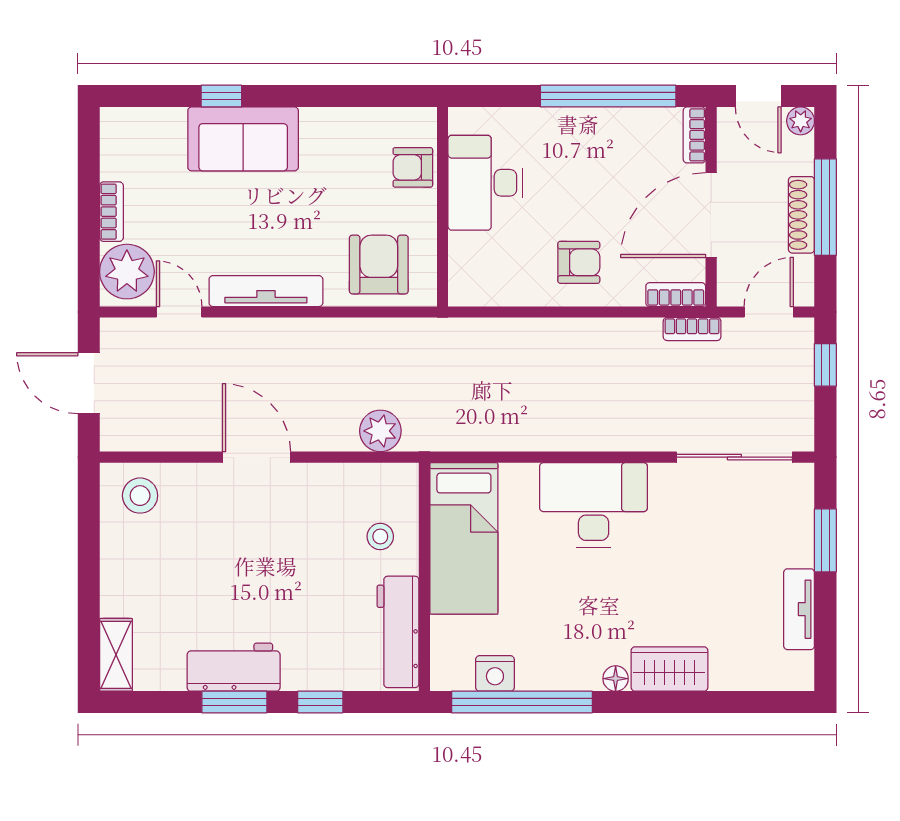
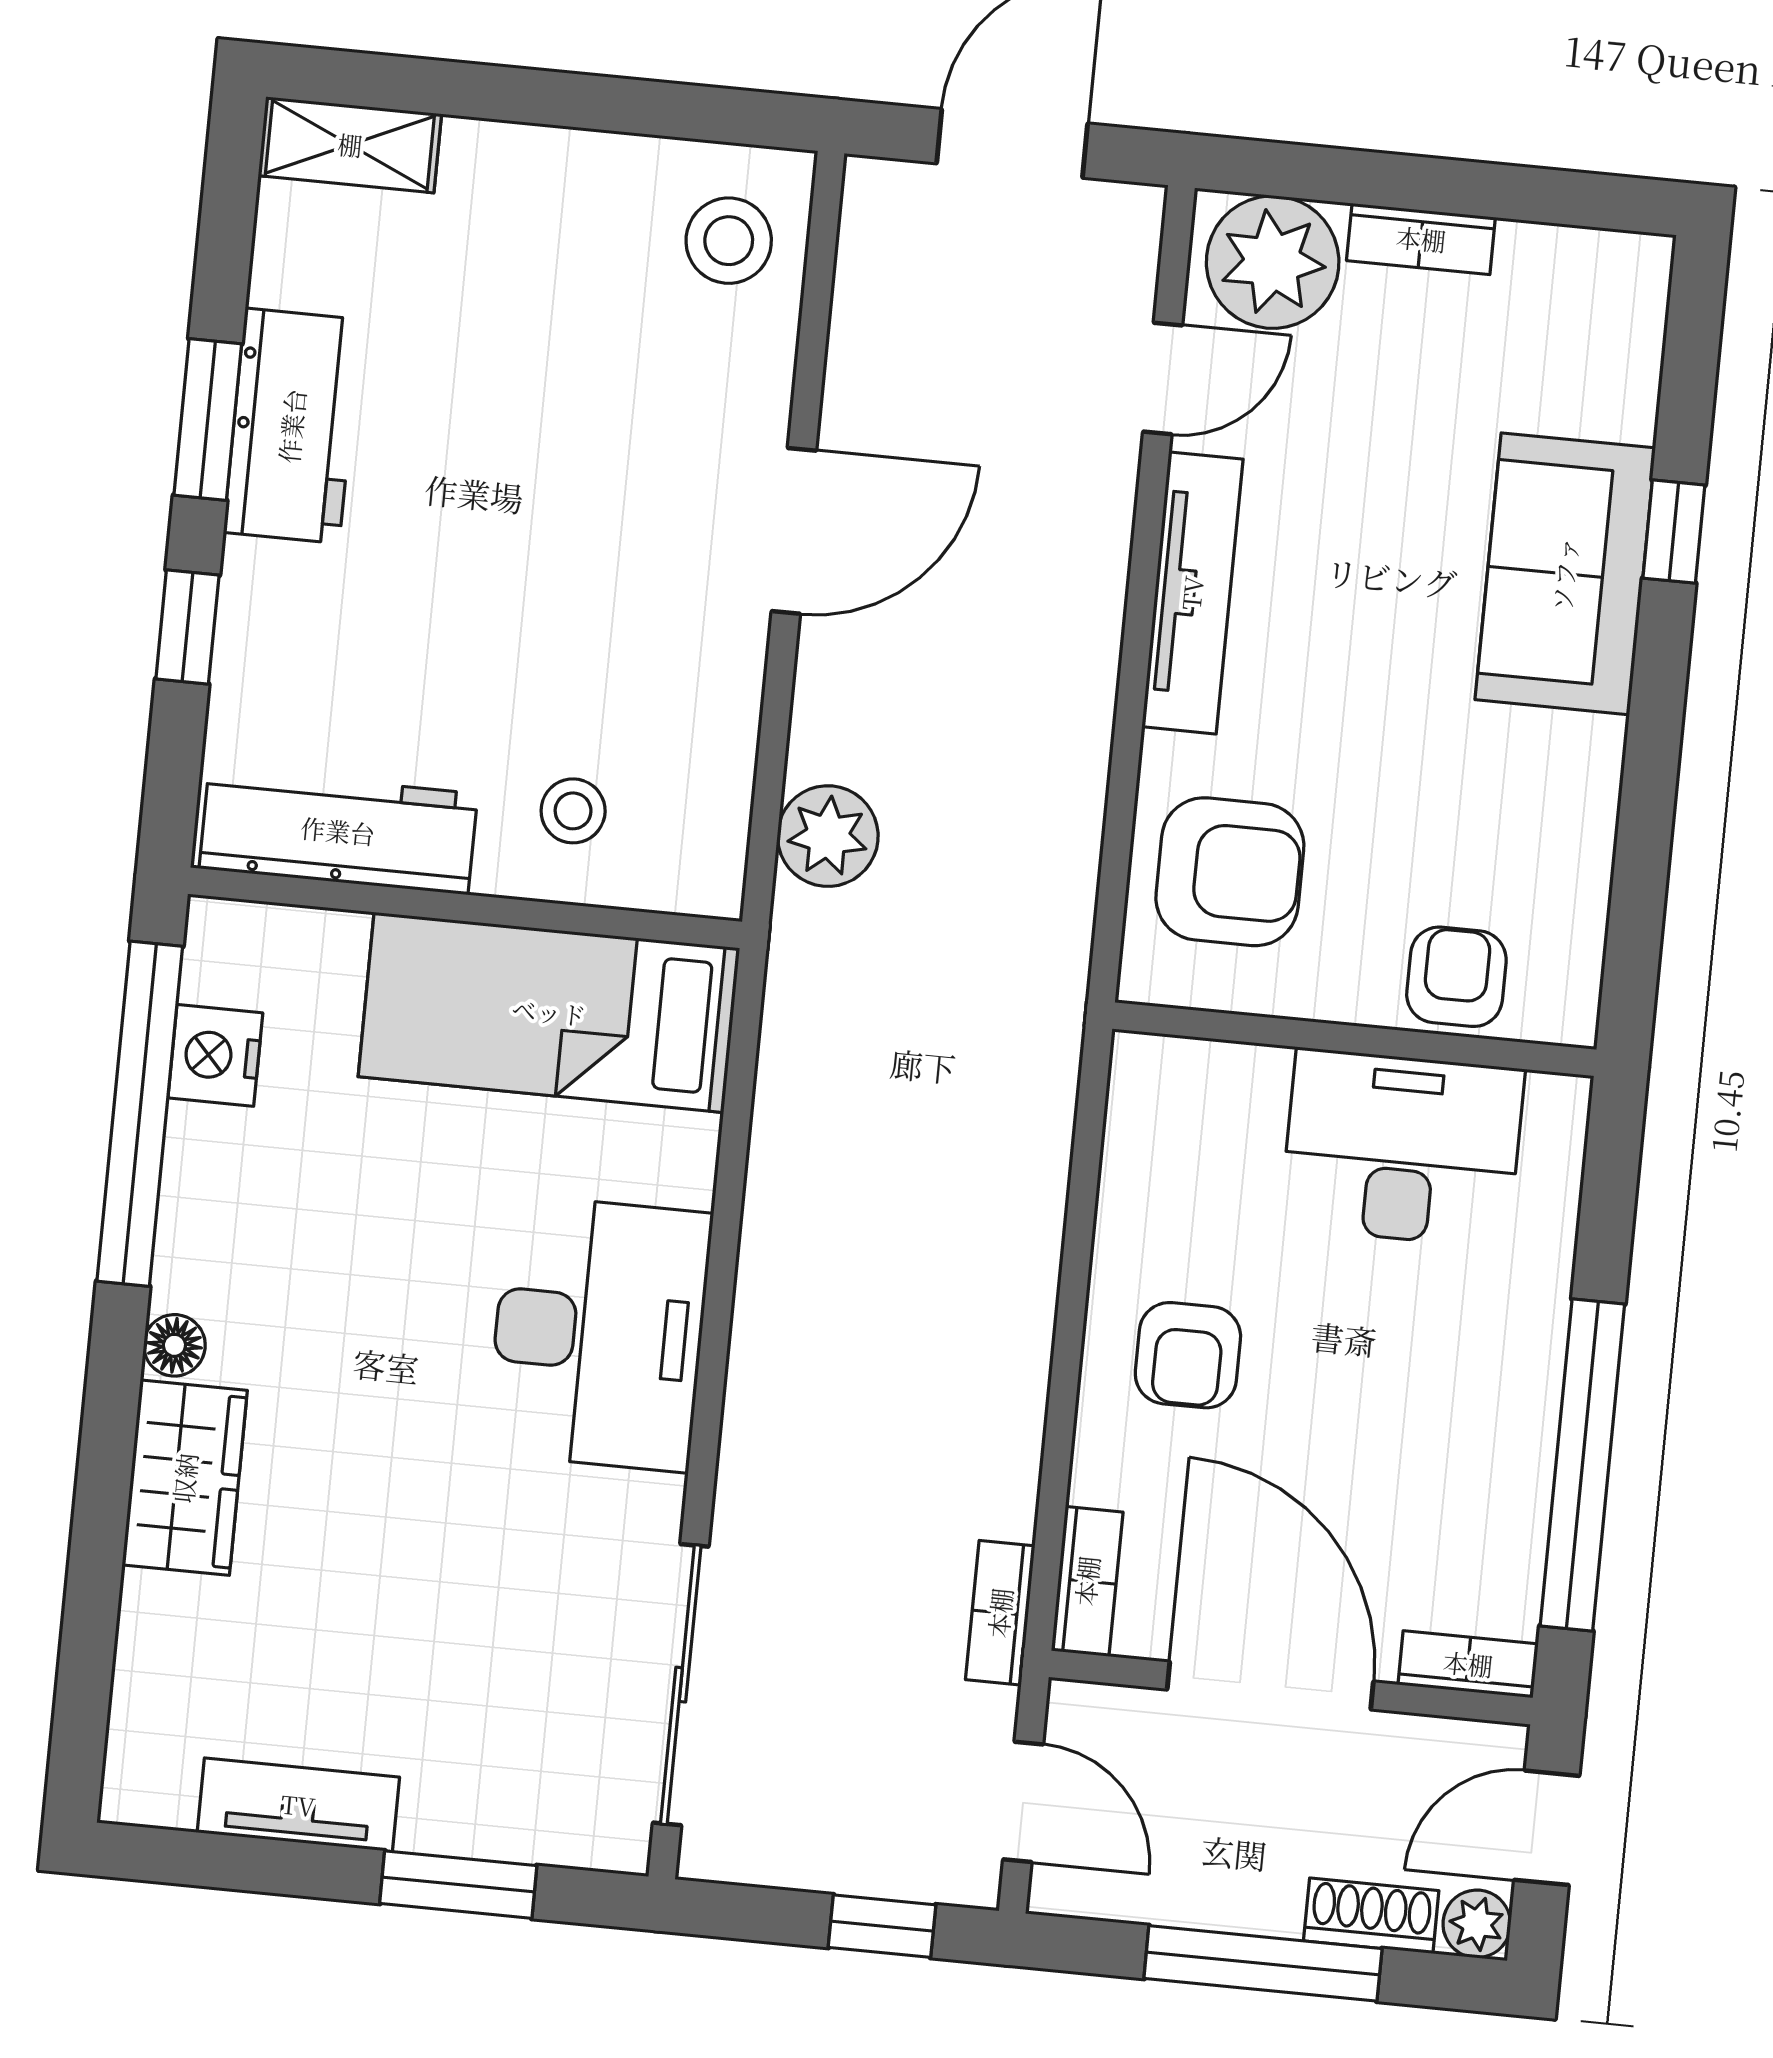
shoe rack: (801, 215) -> (1371, 1916), moved, width x0.70

